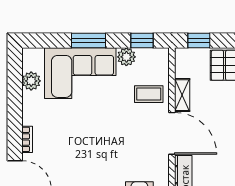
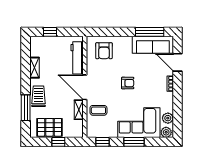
window: (199, 41) -> (58, 142), moved
plant: (126, 57) -> (166, 132), moved
armchair: (99, 140) -> (128, 83), added

